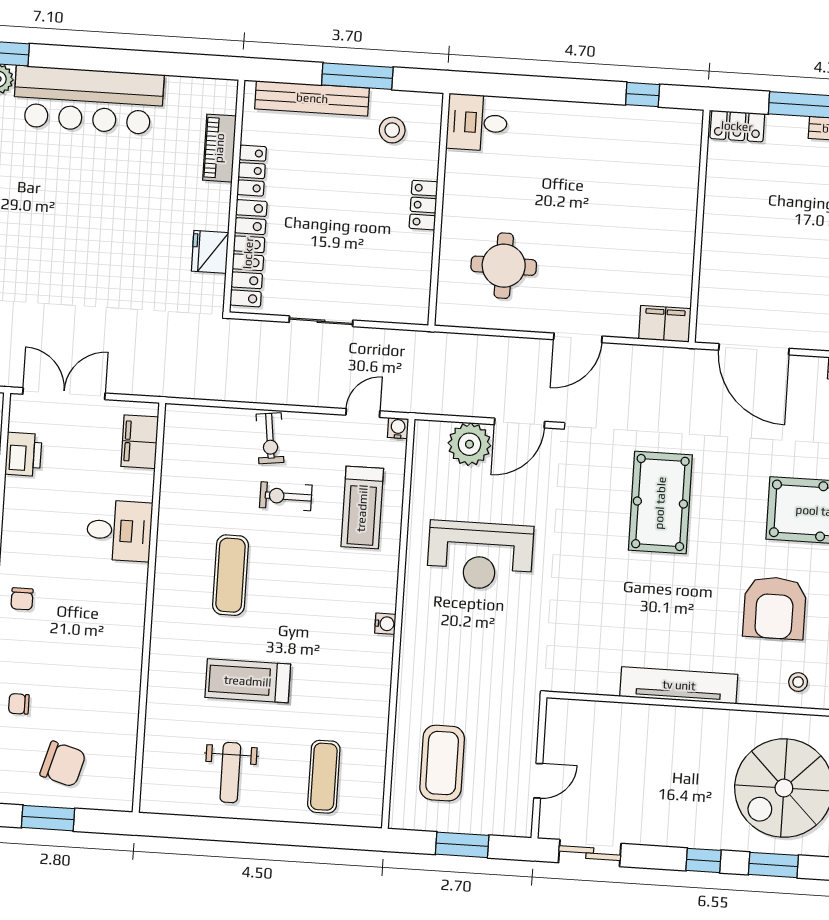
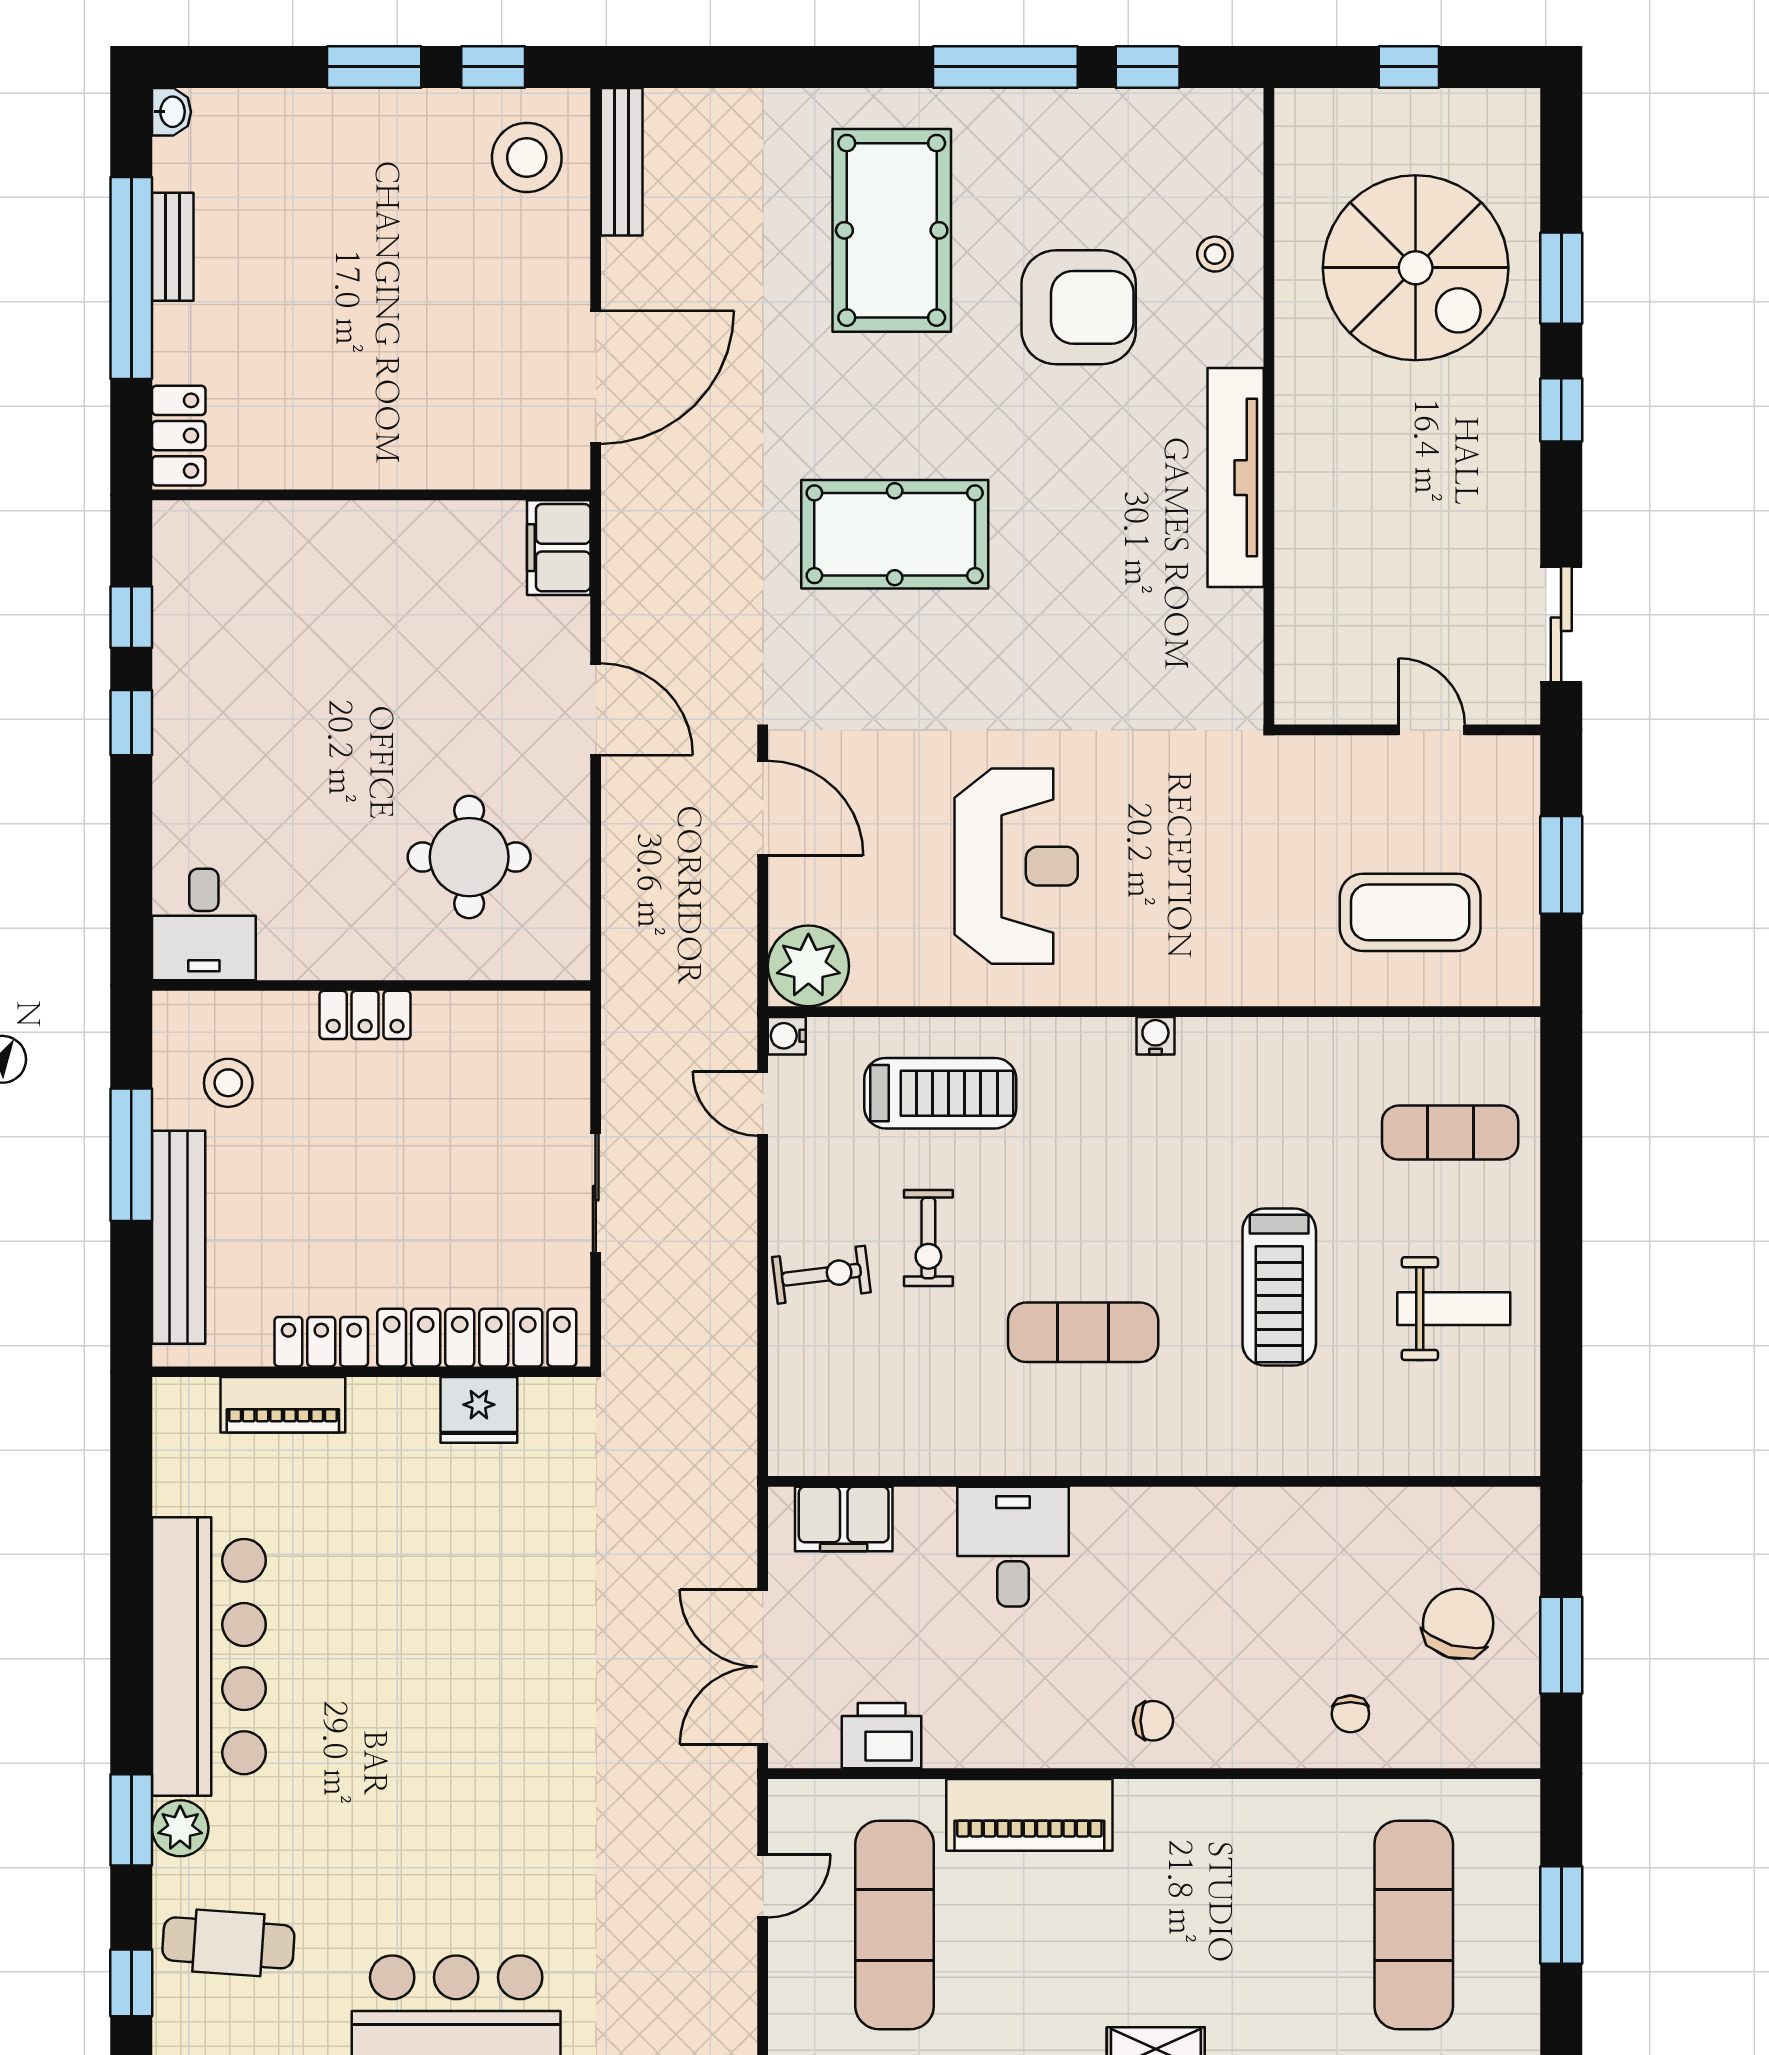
window: (587, 91) -> (131, 723), added
plant: (469, 444) -> (808, 966), moved

